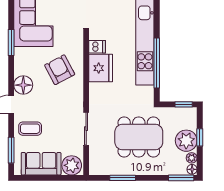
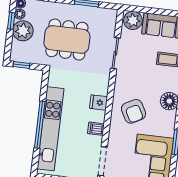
window: (157, 63) -> (40, 125), moved
fridge: (101, 68) -> (99, 103), width x0.53, depth x0.75
window: (200, 137) -> (11, 21), moved

